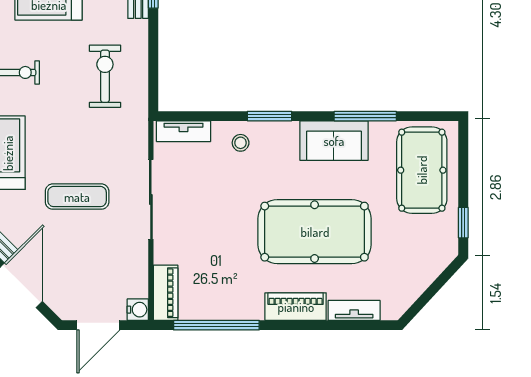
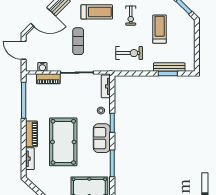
sofa: (334, 141) -> (102, 138), moved
piano: (166, 293) -> (48, 79), moved
water cooler: (138, 310) -> (42, 67), moved

